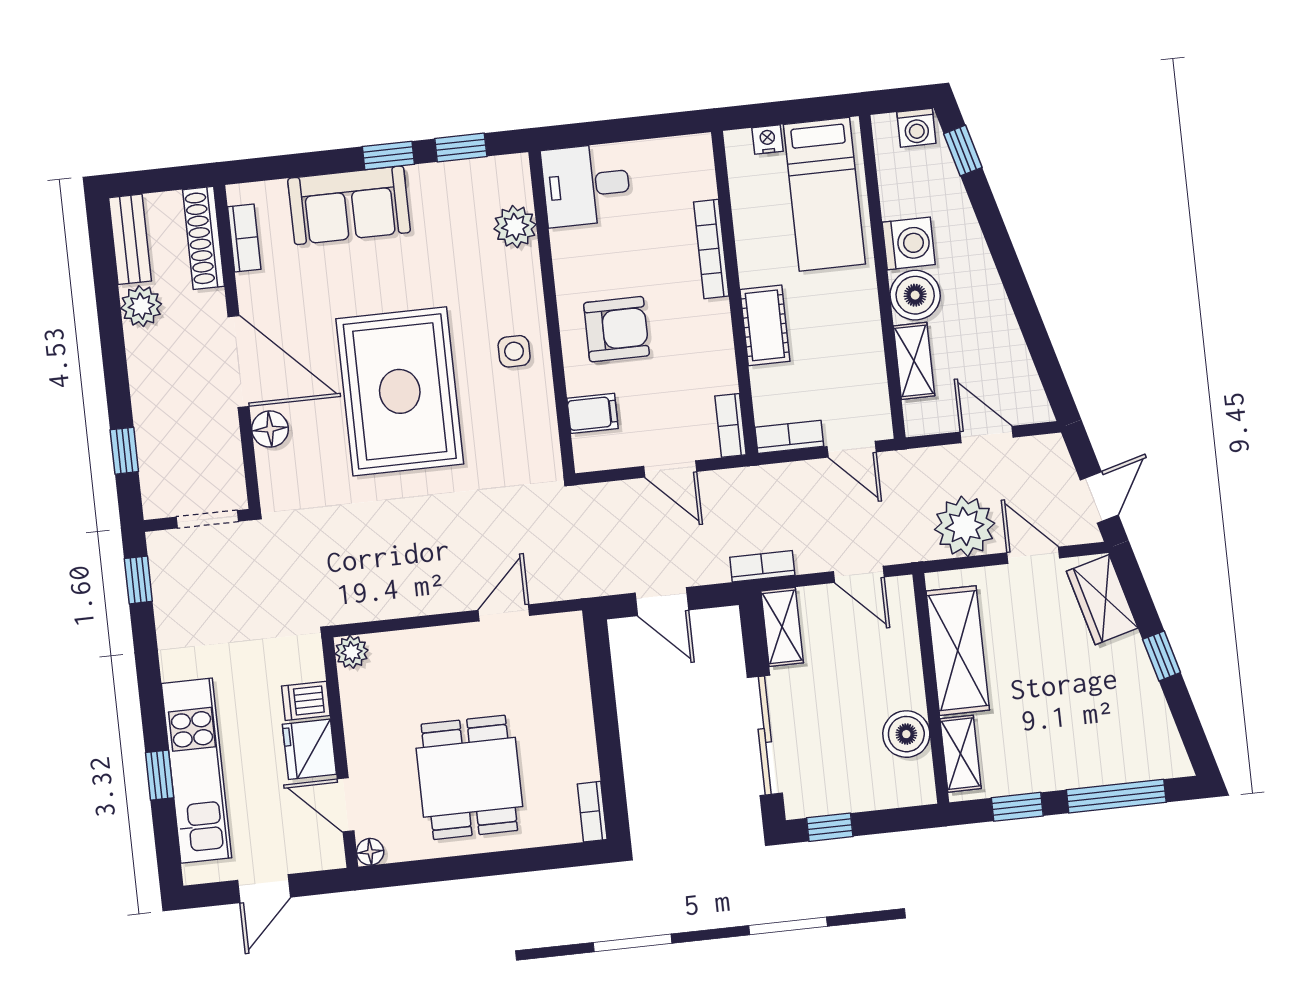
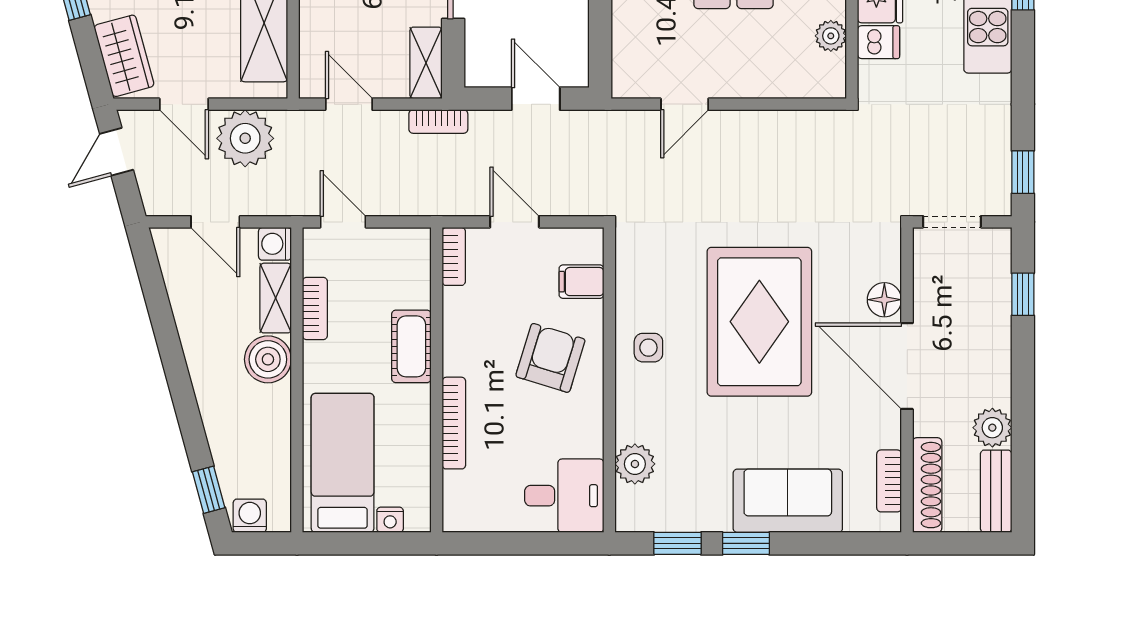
washing machine: (909, 243) -> (275, 244), moved, width x0.73, depth x0.73
armchair: (617, 329) -> (550, 358), turned 107
bookcase: (789, 437) -> (315, 308), moved, turned -90
plant: (352, 652) -> (831, 36), moved

